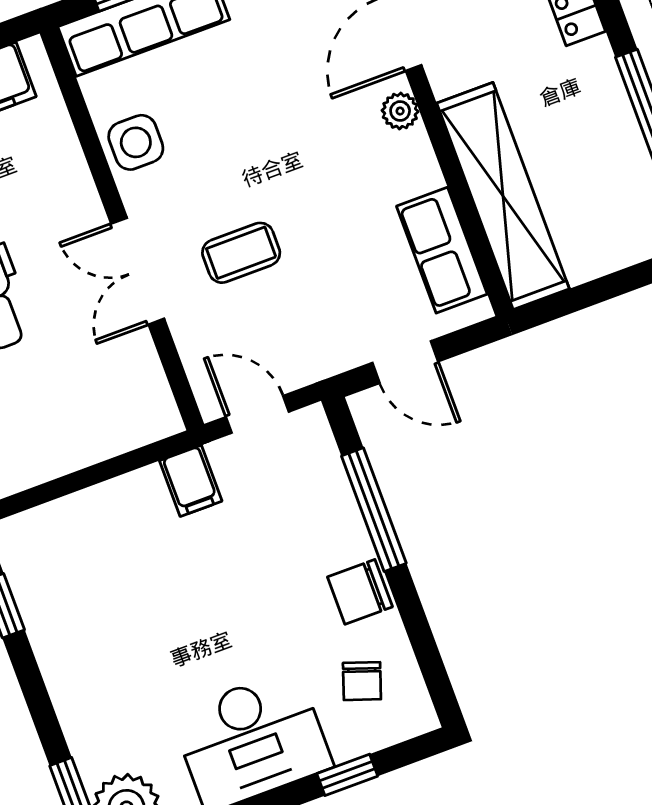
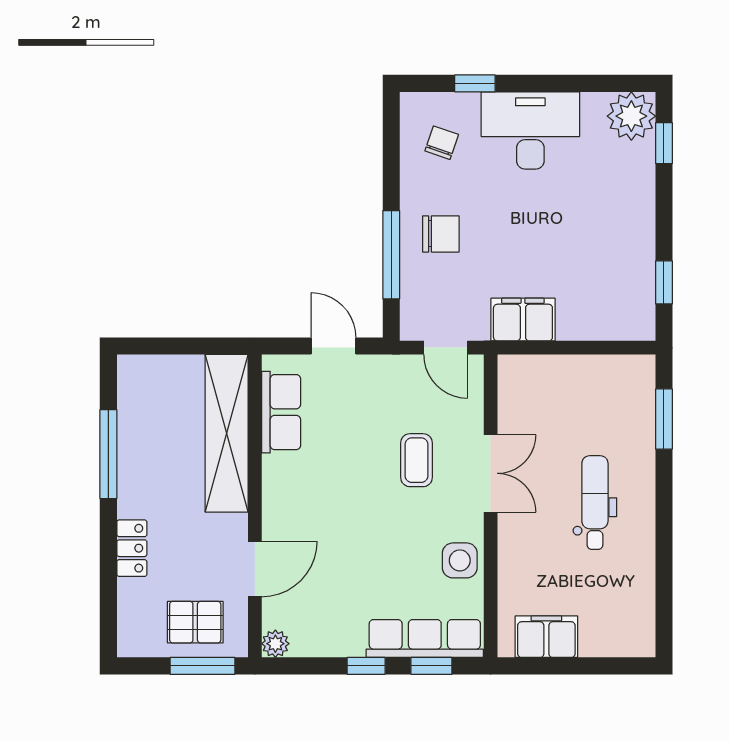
plant: (400, 111) -> (275, 516), removed
coffee table: (241, 253) -> (416, 460), turned 90
filing cabinet: (191, 481) -> (523, 320), width x2.00
chair: (360, 592) -> (441, 234), moved

